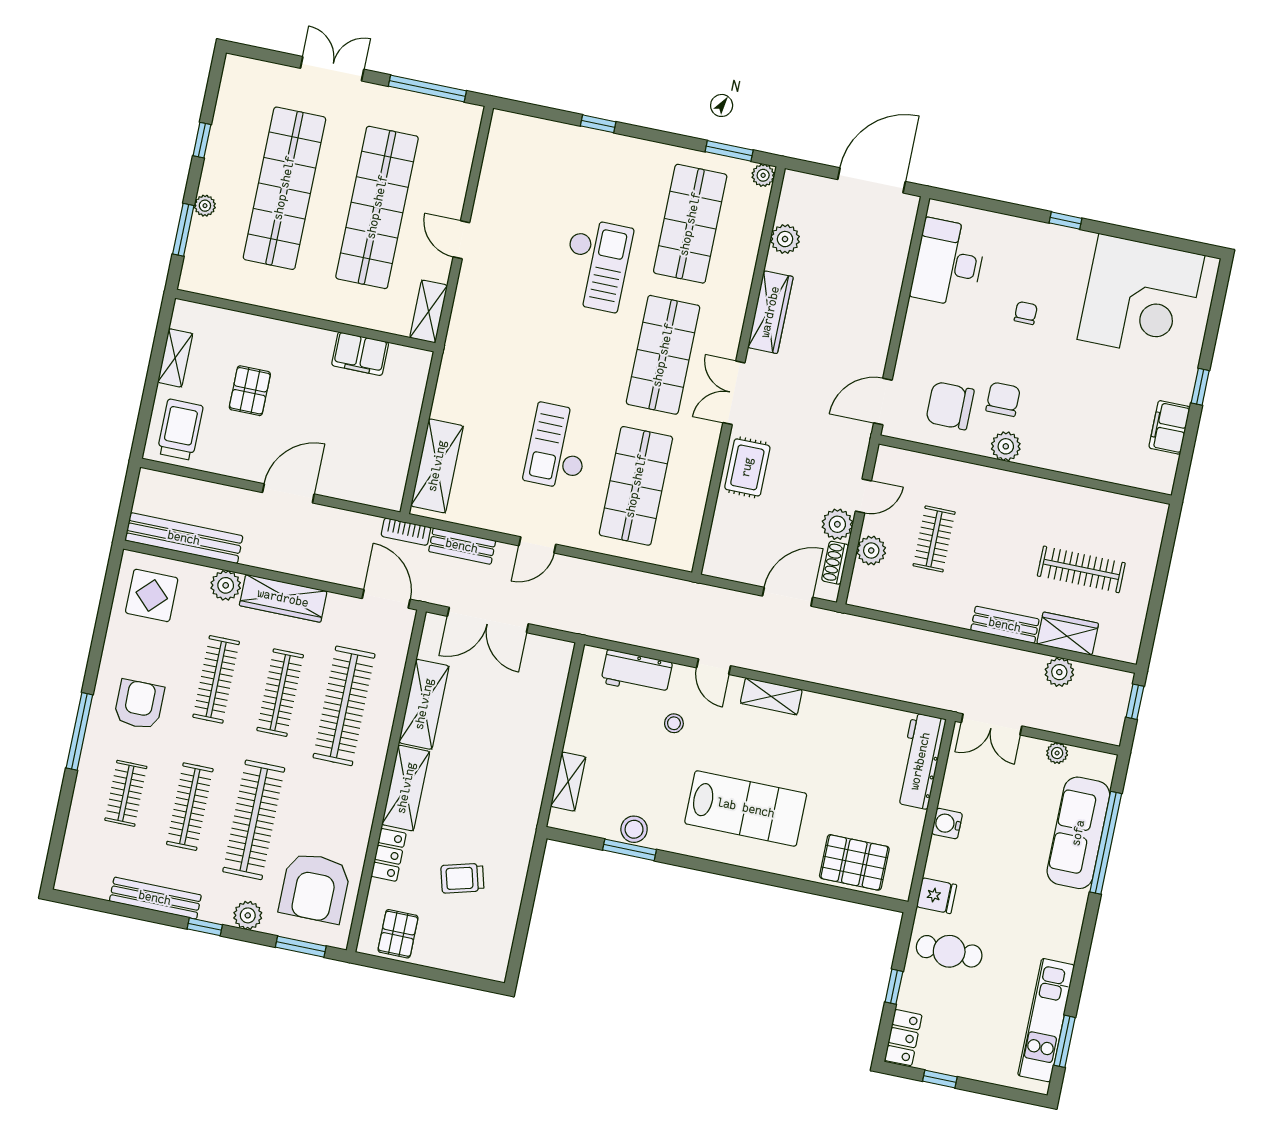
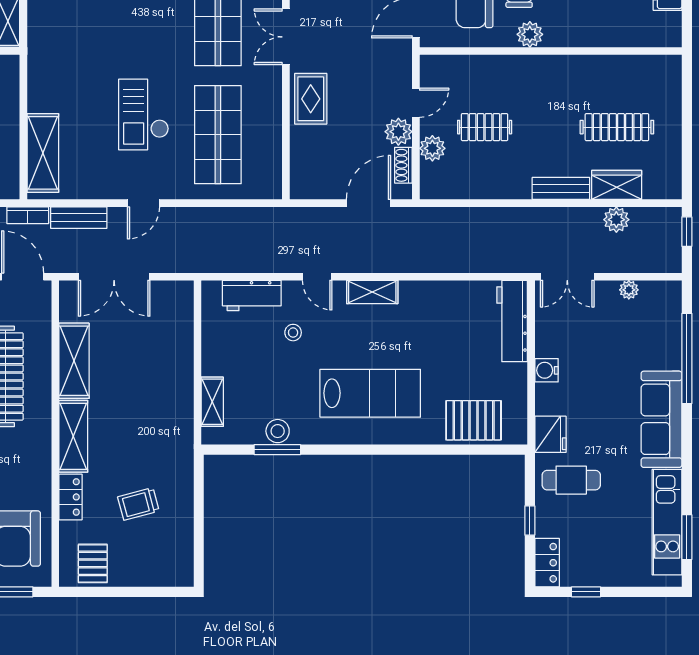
clothes rail: (934, 539) -> (485, 127), turned 90
sofa: (1078, 833) -> (661, 419), moved
fridge: (937, 896) -> (550, 434), width x1.38

